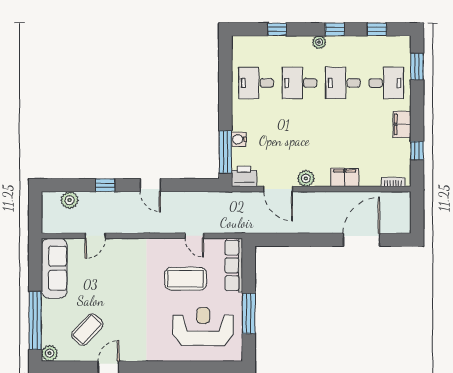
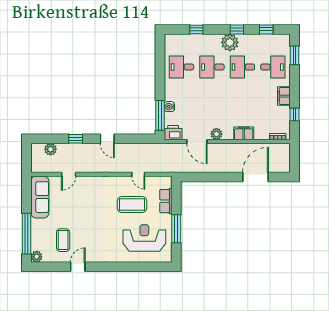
plant: (319, 42) -> (230, 42), width x1.87, depth x1.87
row of seats: (234, 265) -> (166, 201), width x0.68
coffee table: (87, 330) -> (63, 240), turned -43

